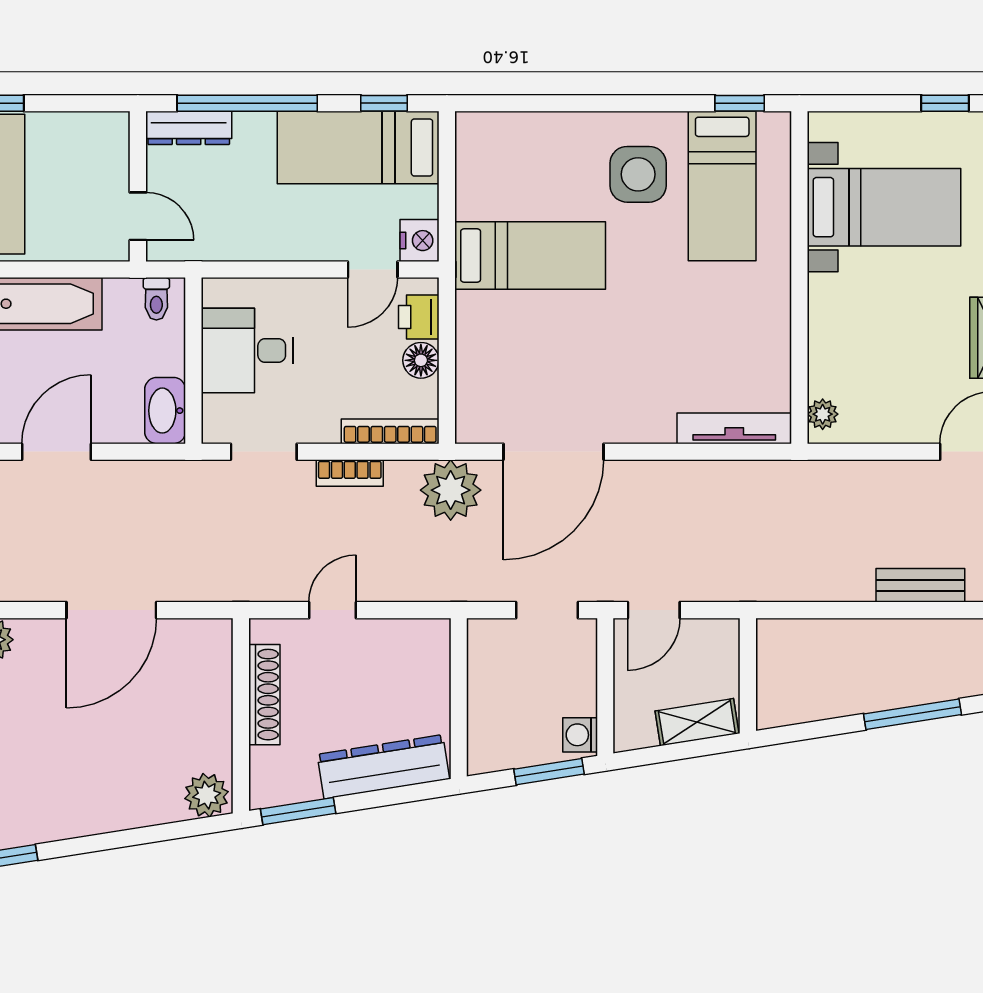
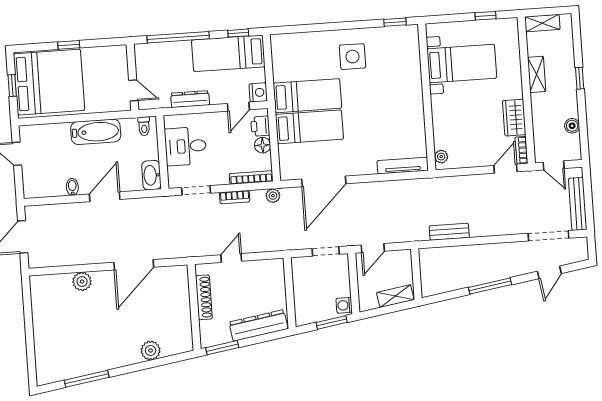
dresser: (189, 128) -> (190, 99), moved, turned 180
bed: (722, 186) -> (309, 127), moved, turned -90
plant: (451, 490) -> (273, 196), width x0.53, depth x0.53
bench: (920, 585) -> (449, 232), moved
plant: (207, 795) -> (151, 351), moved

